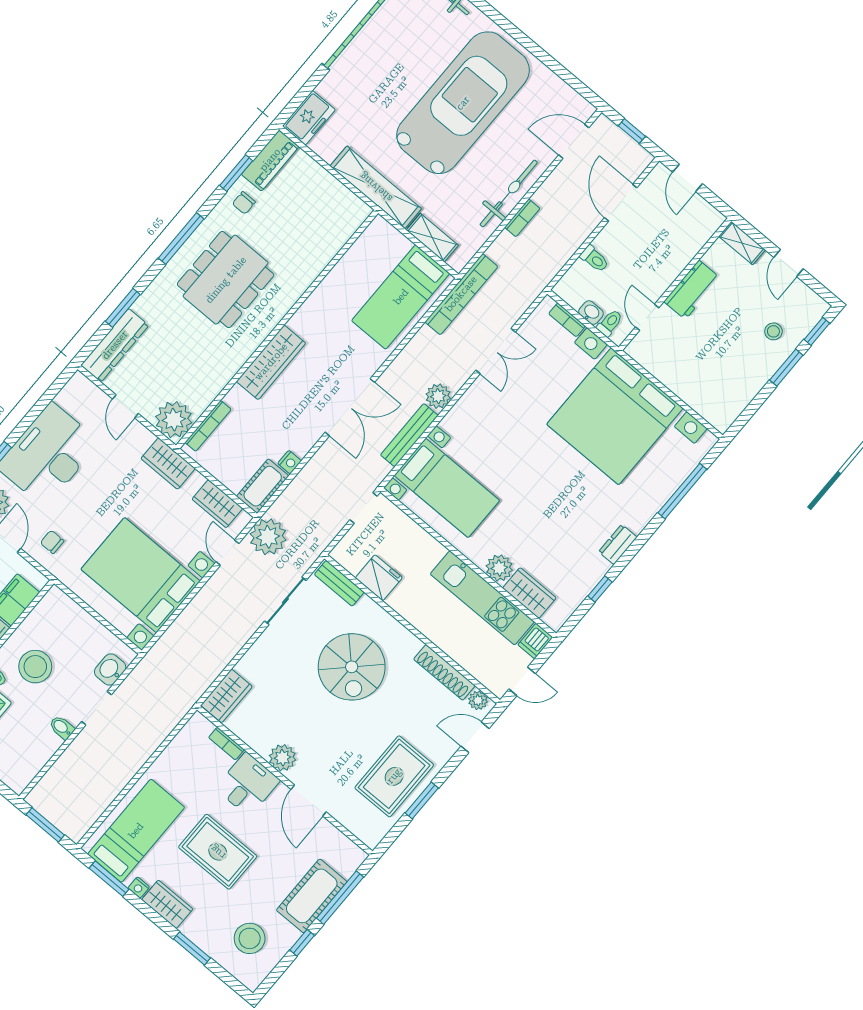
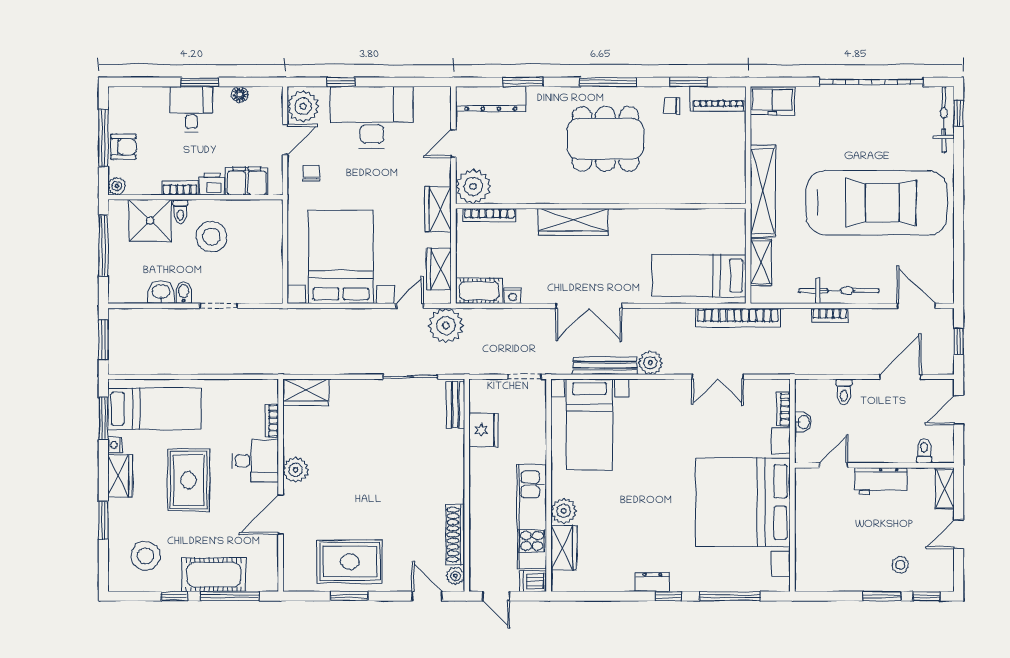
toilet: (610, 323) -> (924, 451), moved, turned -90
window: (600, 589) -> (668, 596), moved
spiral stairs: (352, 667) -> (403, 465), removed
washbasin: (110, 670) -> (161, 292), moved

